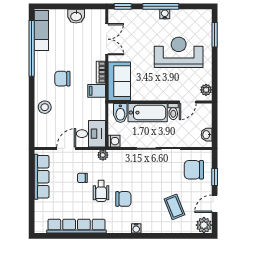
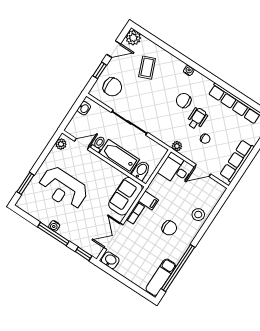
washbasin: (76, 16) -> (110, 260), moved
washing machine: (114, 141) -> (161, 151), removed

